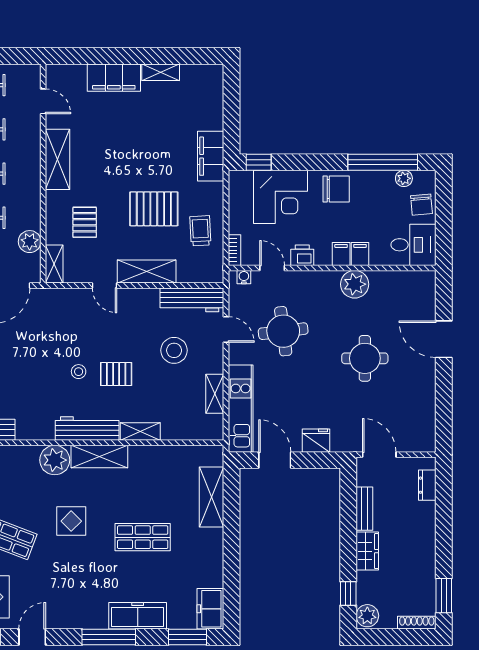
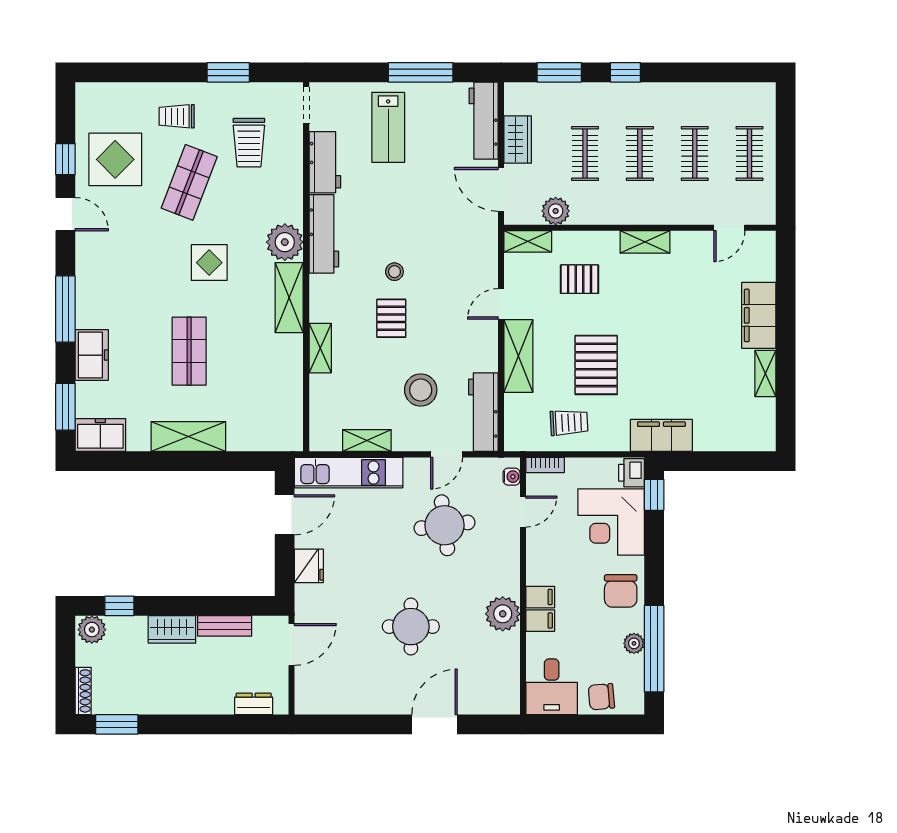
shelving: (58, 159) -> (645, 242), width x0.67, depth x0.75
plant: (404, 178) -> (634, 643), moved
printer: (302, 255) -> (631, 473), moved, turned 180
workbench: (87, 429) -> (324, 234), moved
shelving: (212, 497) -> (188, 436), moved
freezer: (138, 616) -> (92, 355), width x0.71

